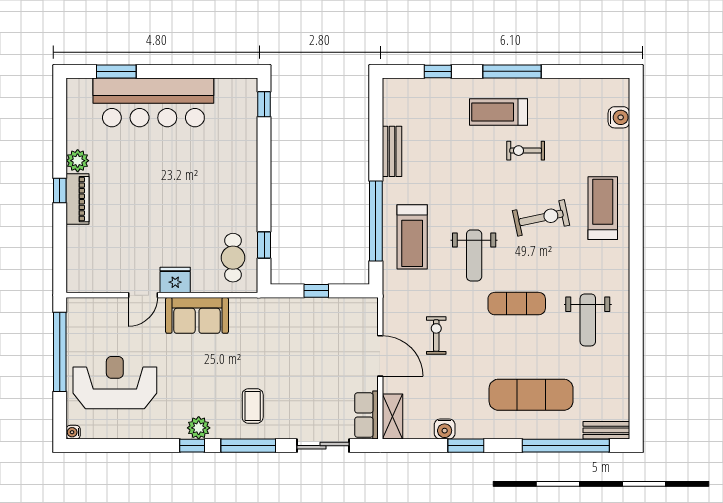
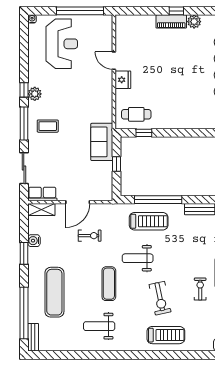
treadmill: (412, 237) -> (149, 221), turned 180
sofa: (197, 315) -> (102, 142), moved

